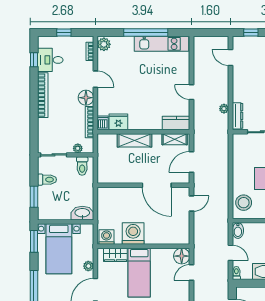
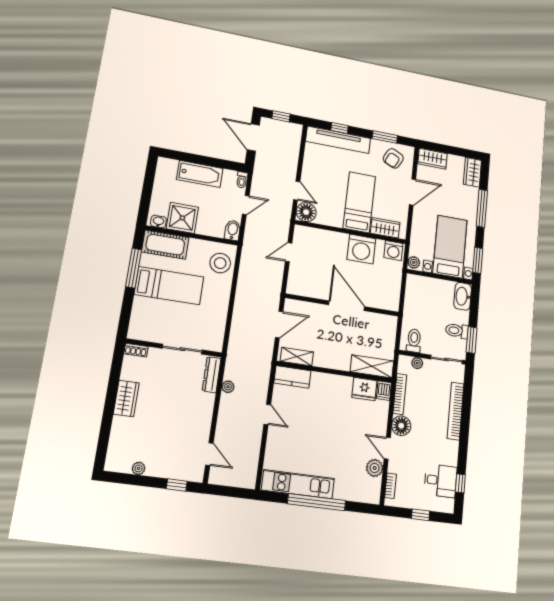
plant: (104, 44) -> (375, 468), moved
bookcase: (43, 95) -> (455, 411), moved
shelving: (135, 140) -> (372, 366), moved
door: (157, 185) -> (347, 306), moved
window: (34, 197) -> (472, 340), moved
door: (192, 204) -> (289, 252), moved
washbasin: (82, 213) -> (463, 296), moved, turned 90
door: (230, 253) -> (246, 205), swing flipped
plant: (88, 266) -> (414, 262), moved
door: (192, 272) -> (297, 191), hinge flipped

